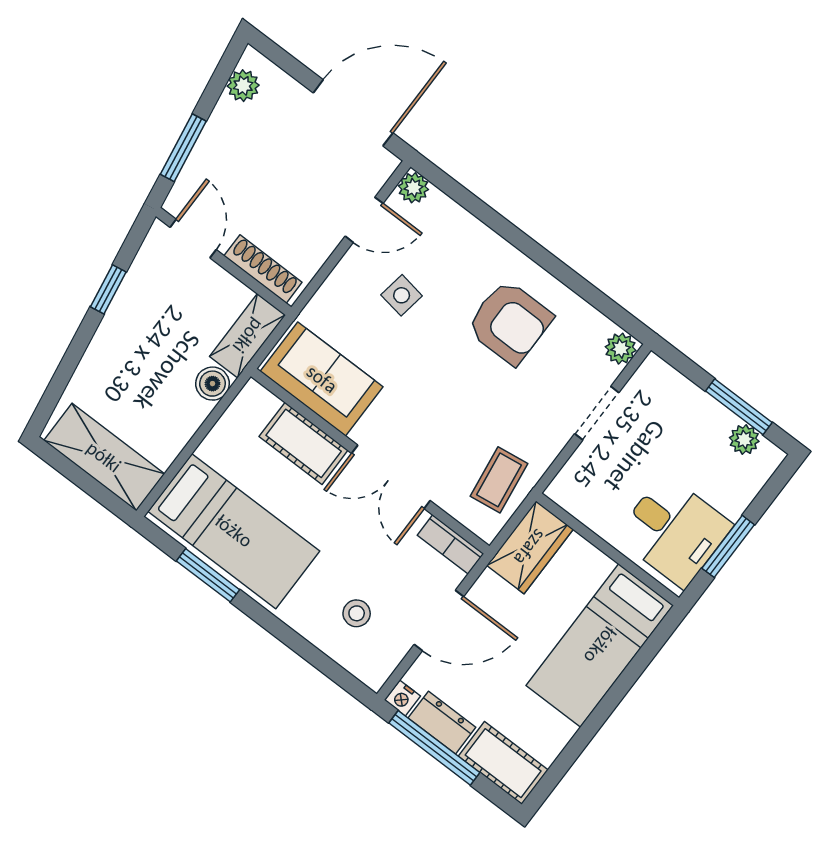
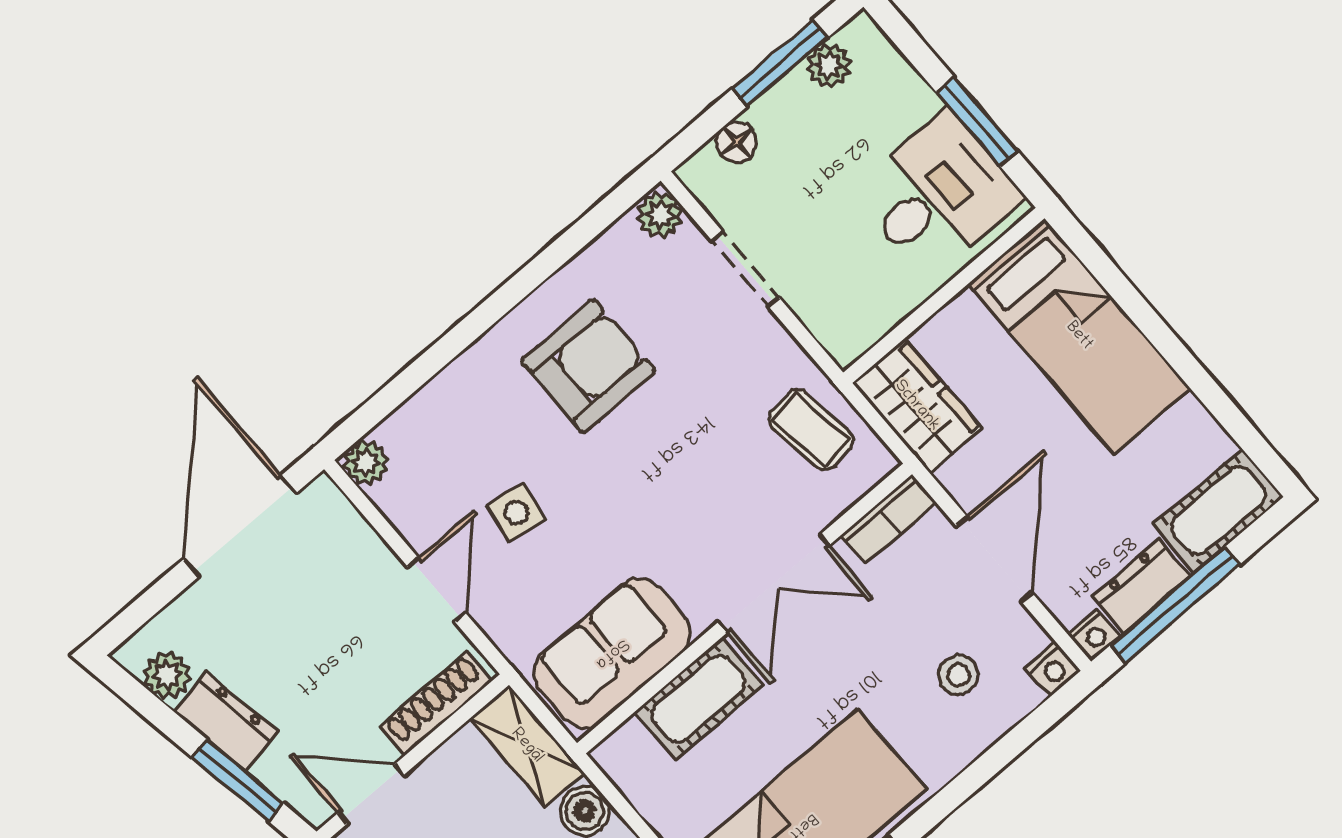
dresser: (221, 131) -> (226, 721), added
door: (364, 220) -> (437, 590), moved
floor lamp: (680, 389) -> (736, 142), added
nightstand: (374, 675) -> (1053, 669), added

